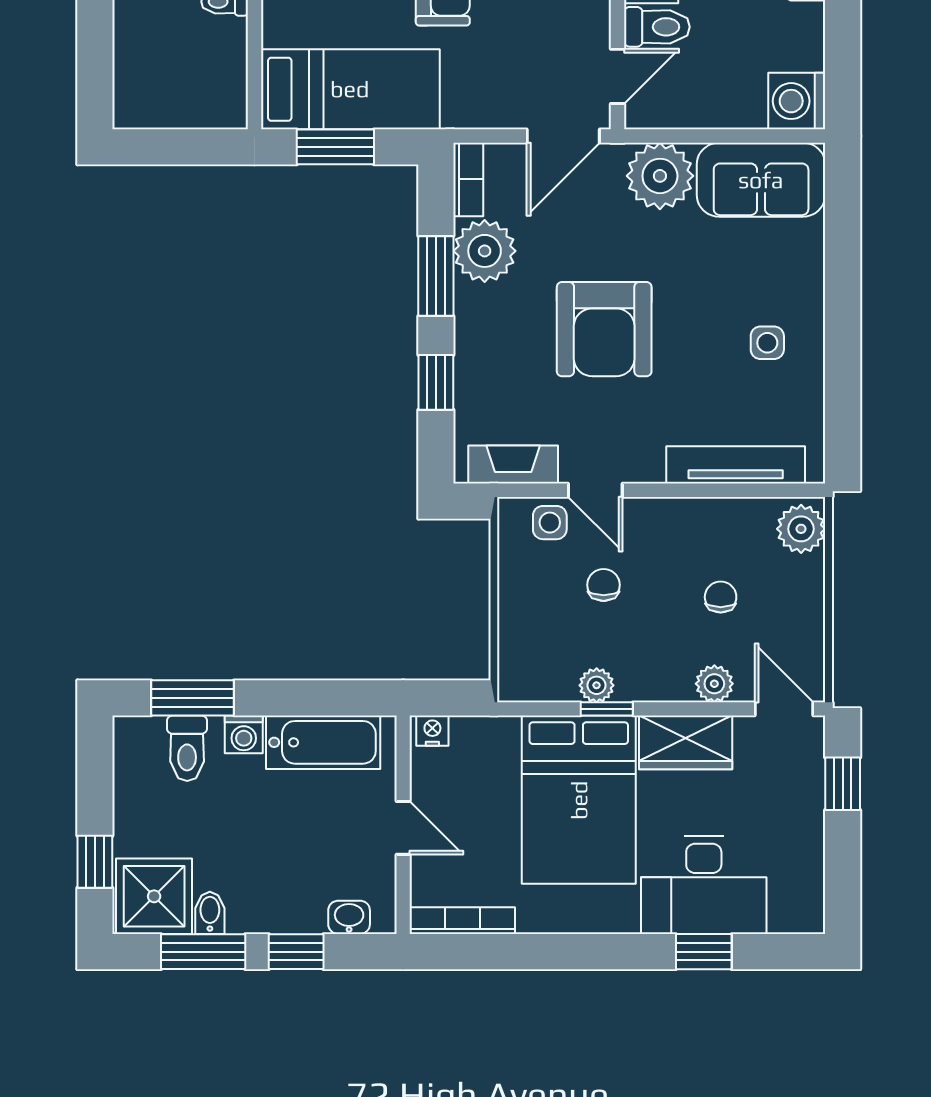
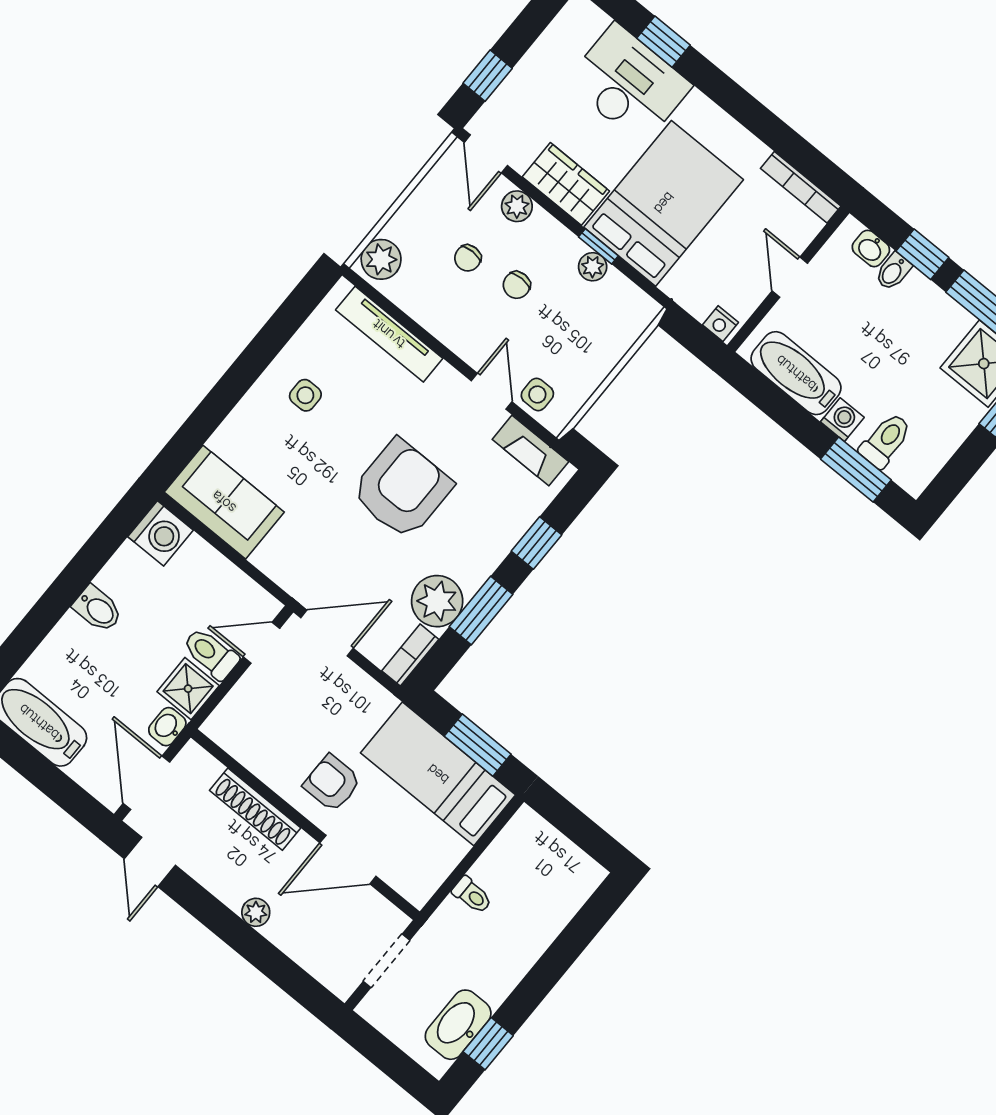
plant: (660, 176) -> (287, 557), removed
chair: (604, 585) -> (517, 285), moved
bidet: (210, 913) -> (893, 272), moved

